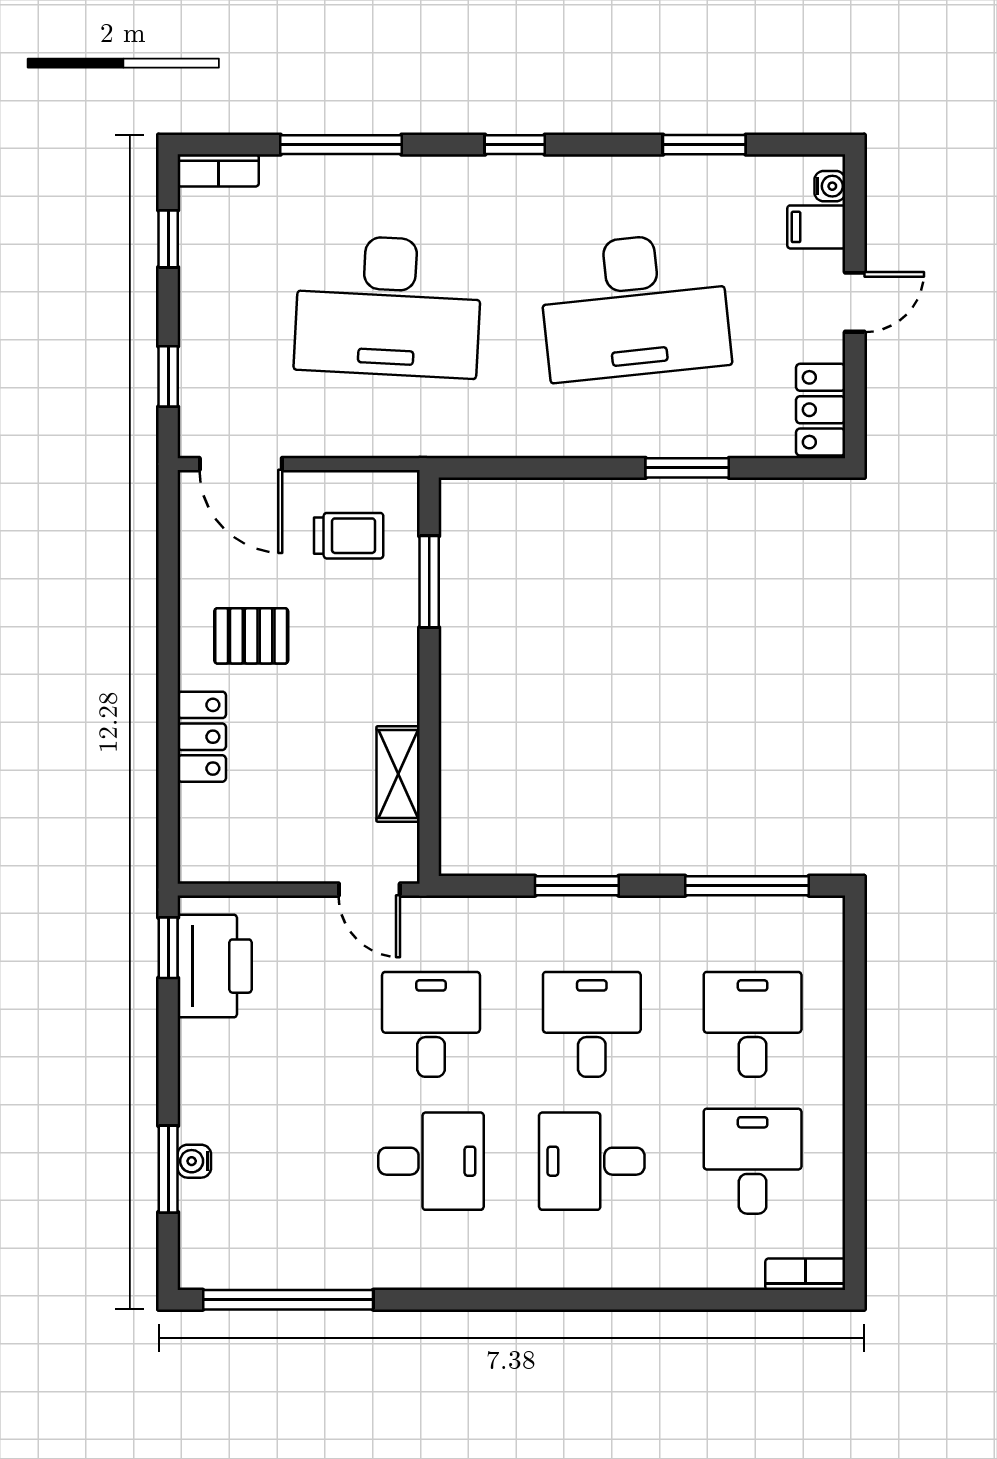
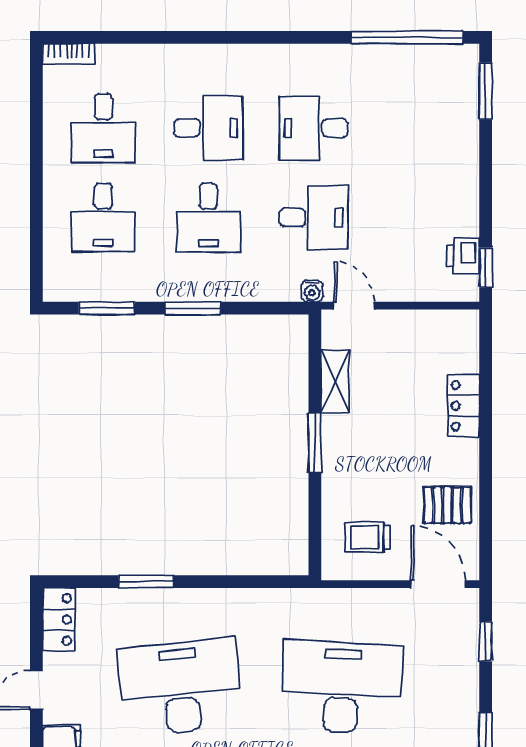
window: (429, 582) -> (315, 443), moved
pallet: (251, 636) -> (447, 505), moved
window: (577, 886) -> (193, 308), moved
window: (747, 886) -> (107, 308), width x0.69
printer: (215, 966) -> (463, 256), width x0.53, depth x0.68
desk: (431, 1024) -> (314, 218), turned -90
water cooler: (194, 1161) -> (312, 291), moved, turned 90
window: (168, 1169) -> (486, 91), moved

